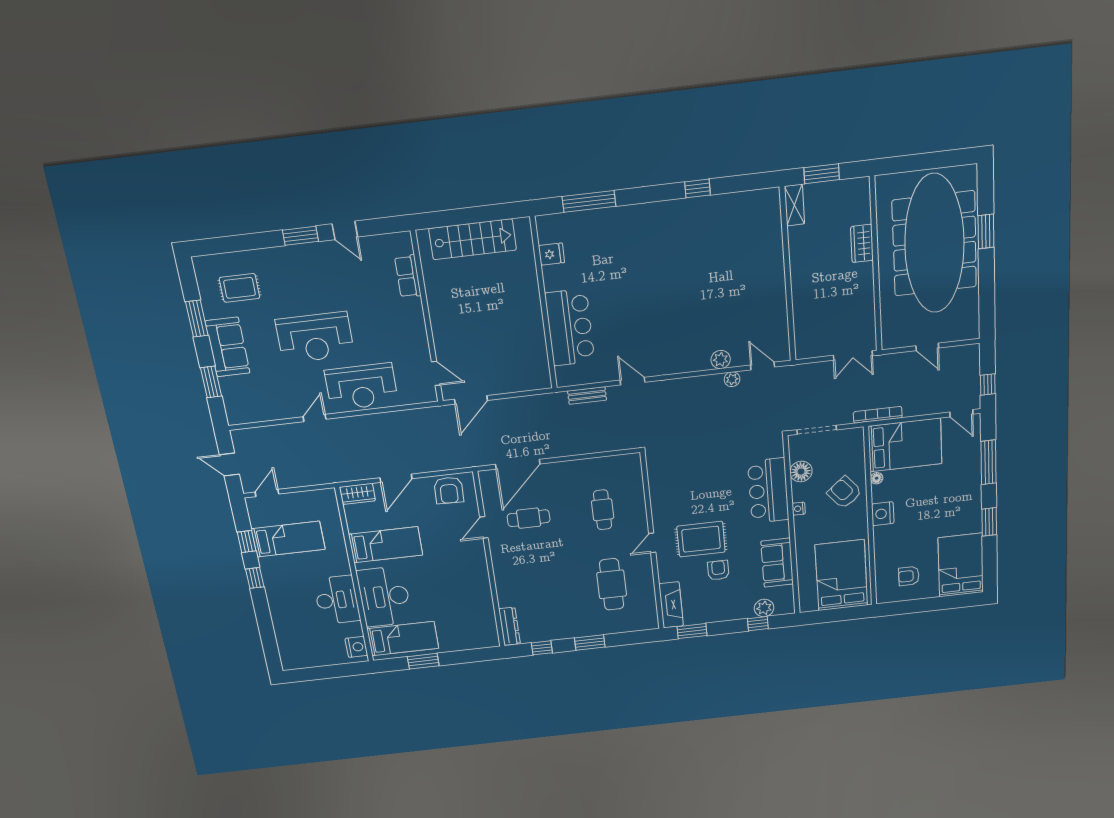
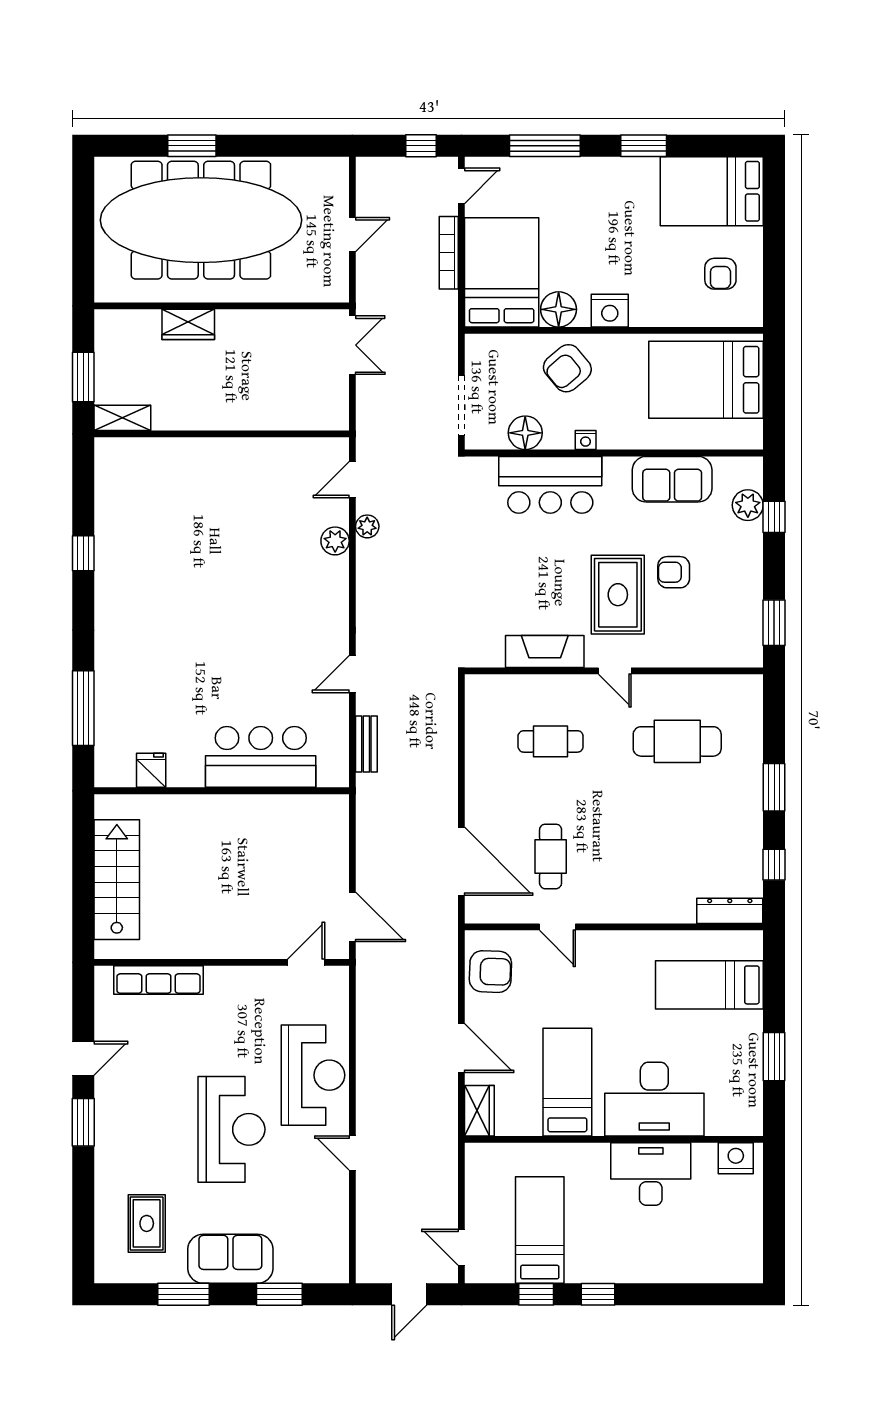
row of seats: (408, 276) -> (158, 980), width x1.48
bookcase: (878, 415) -> (449, 253), moved
floor lamp: (877, 478) -> (559, 309), width x1.89, depth x1.89
fireplace: (671, 605) -> (545, 652), moved
bed: (403, 639) -> (709, 985), moved, turned -90

